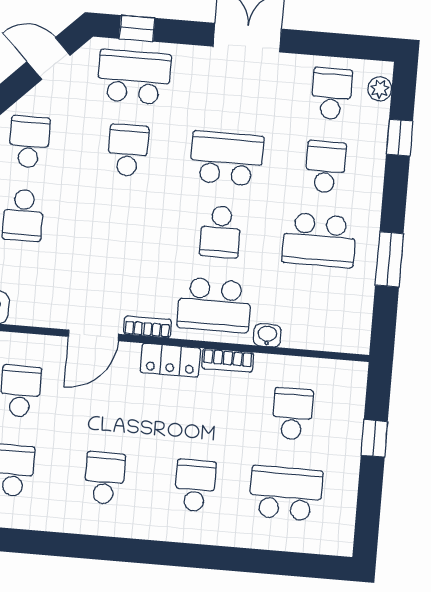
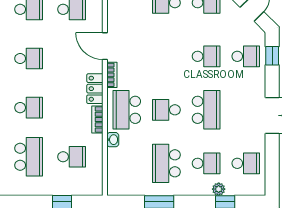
school desk: (134, 77) -> (246, 56), width x0.54
plant: (380, 89) -> (219, 189), moved

